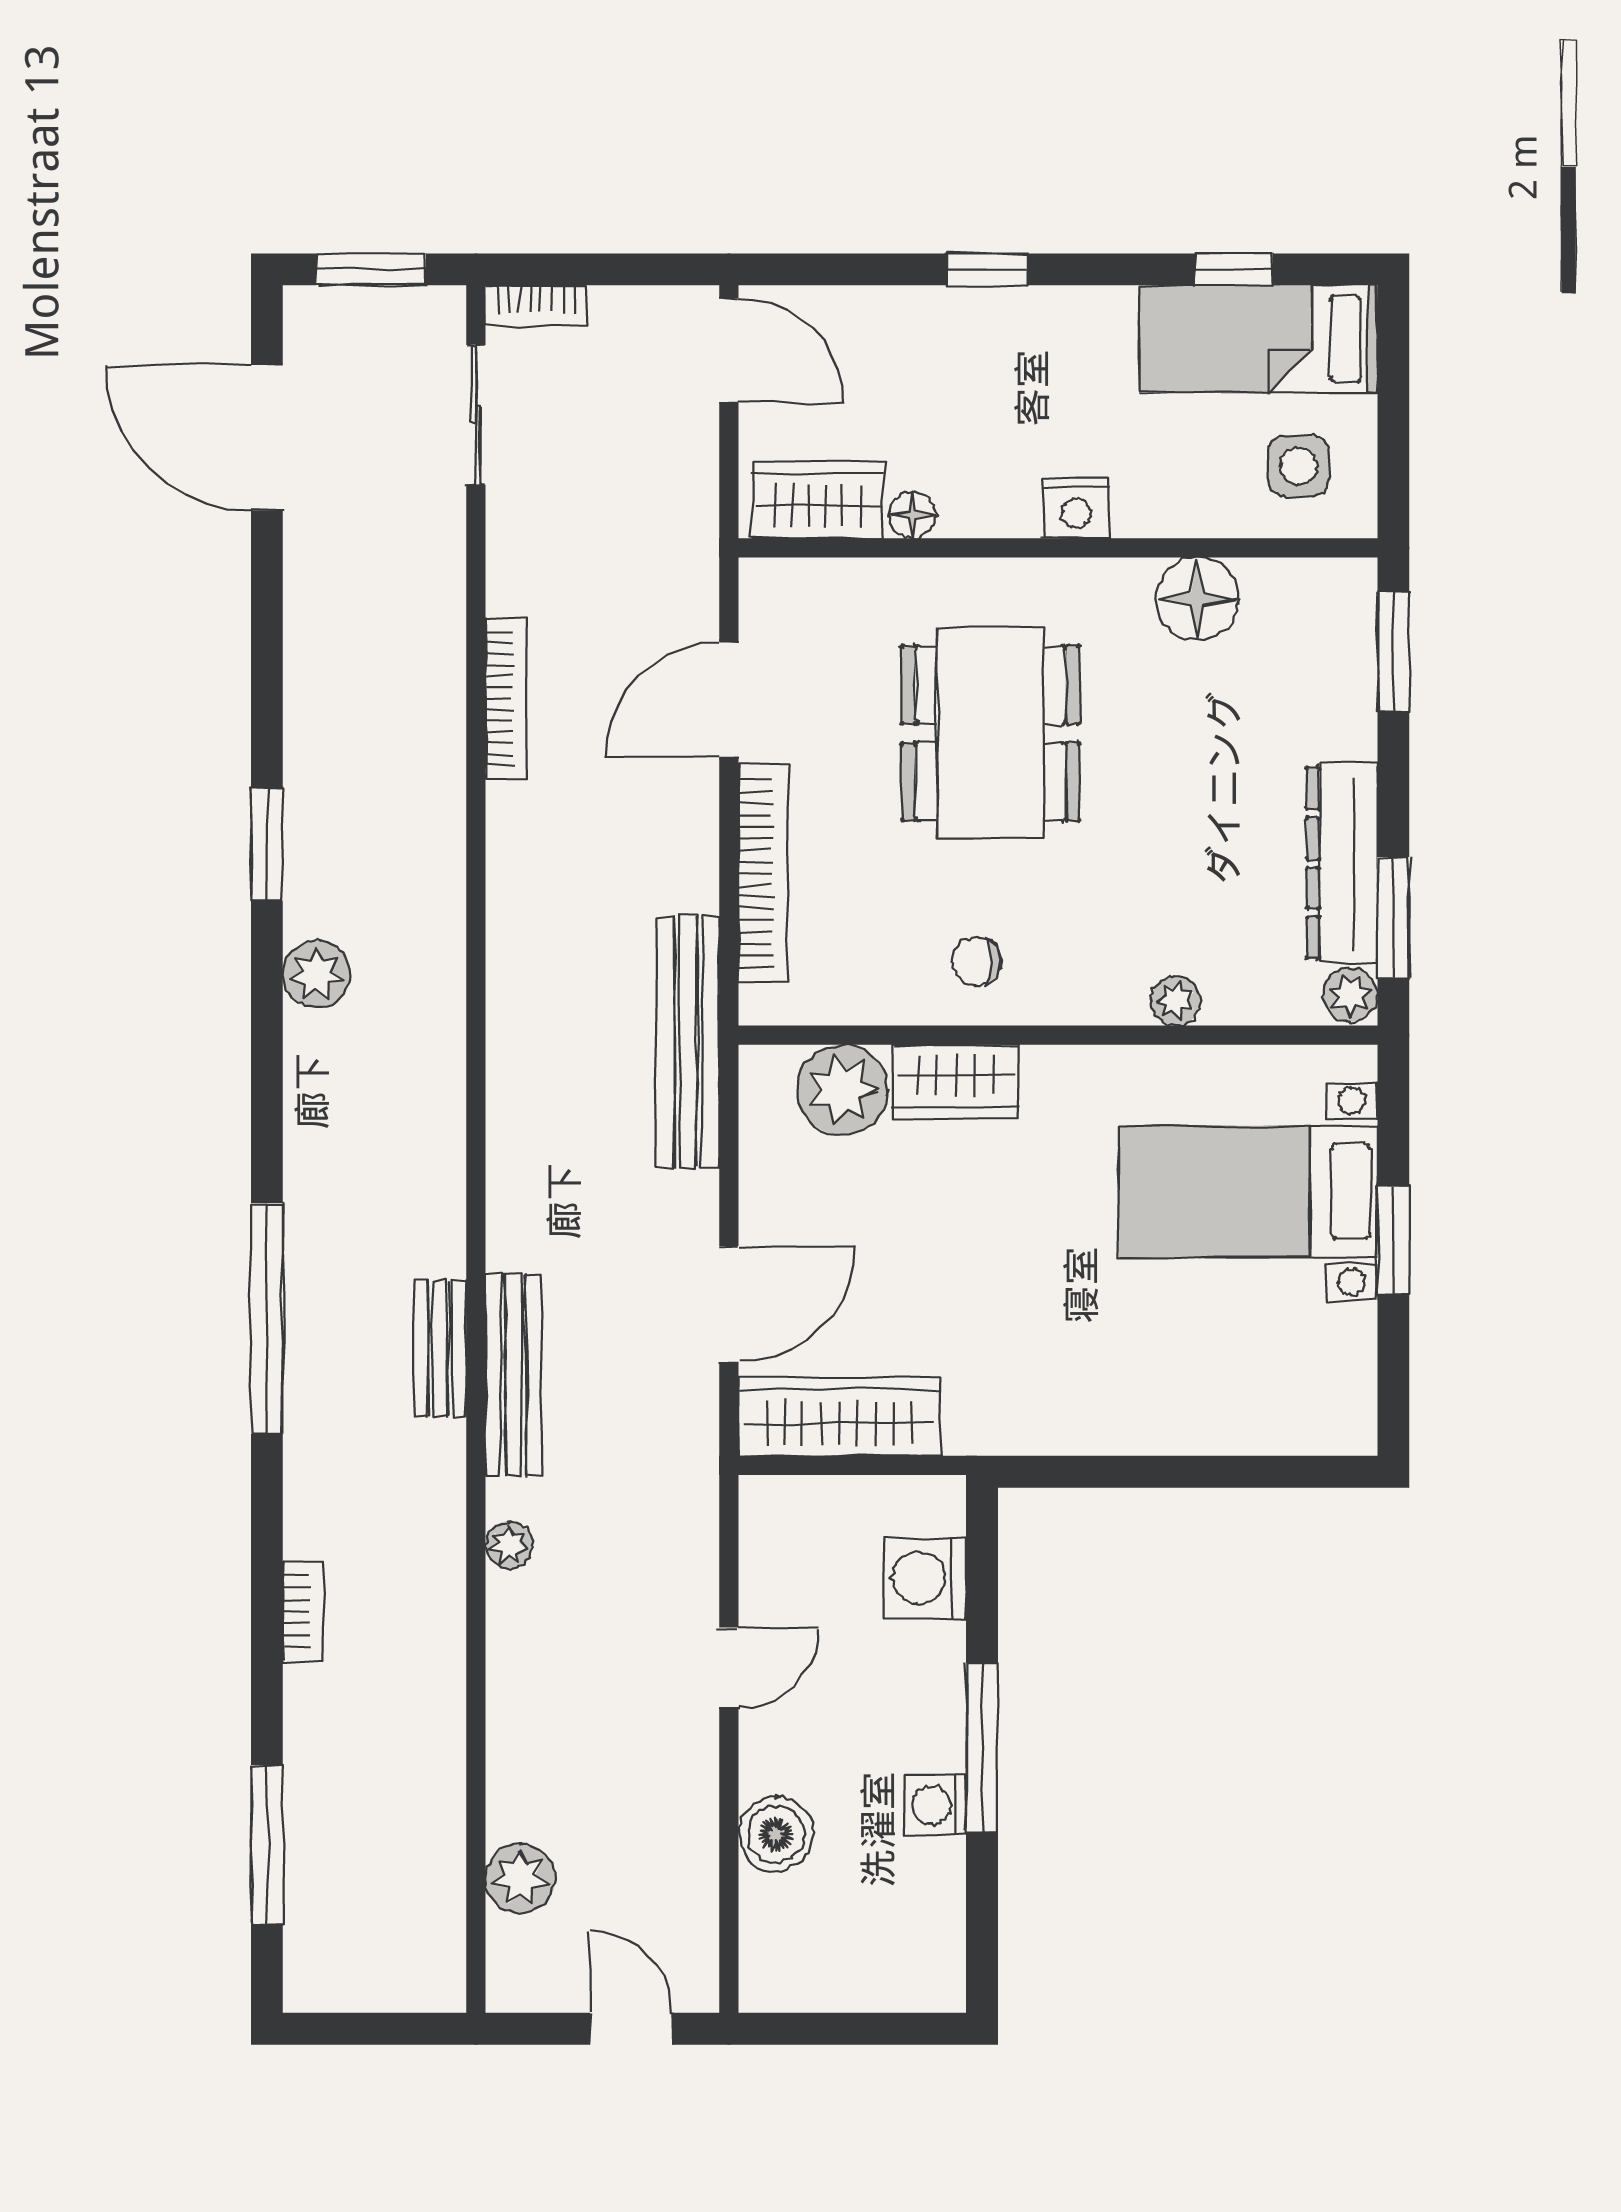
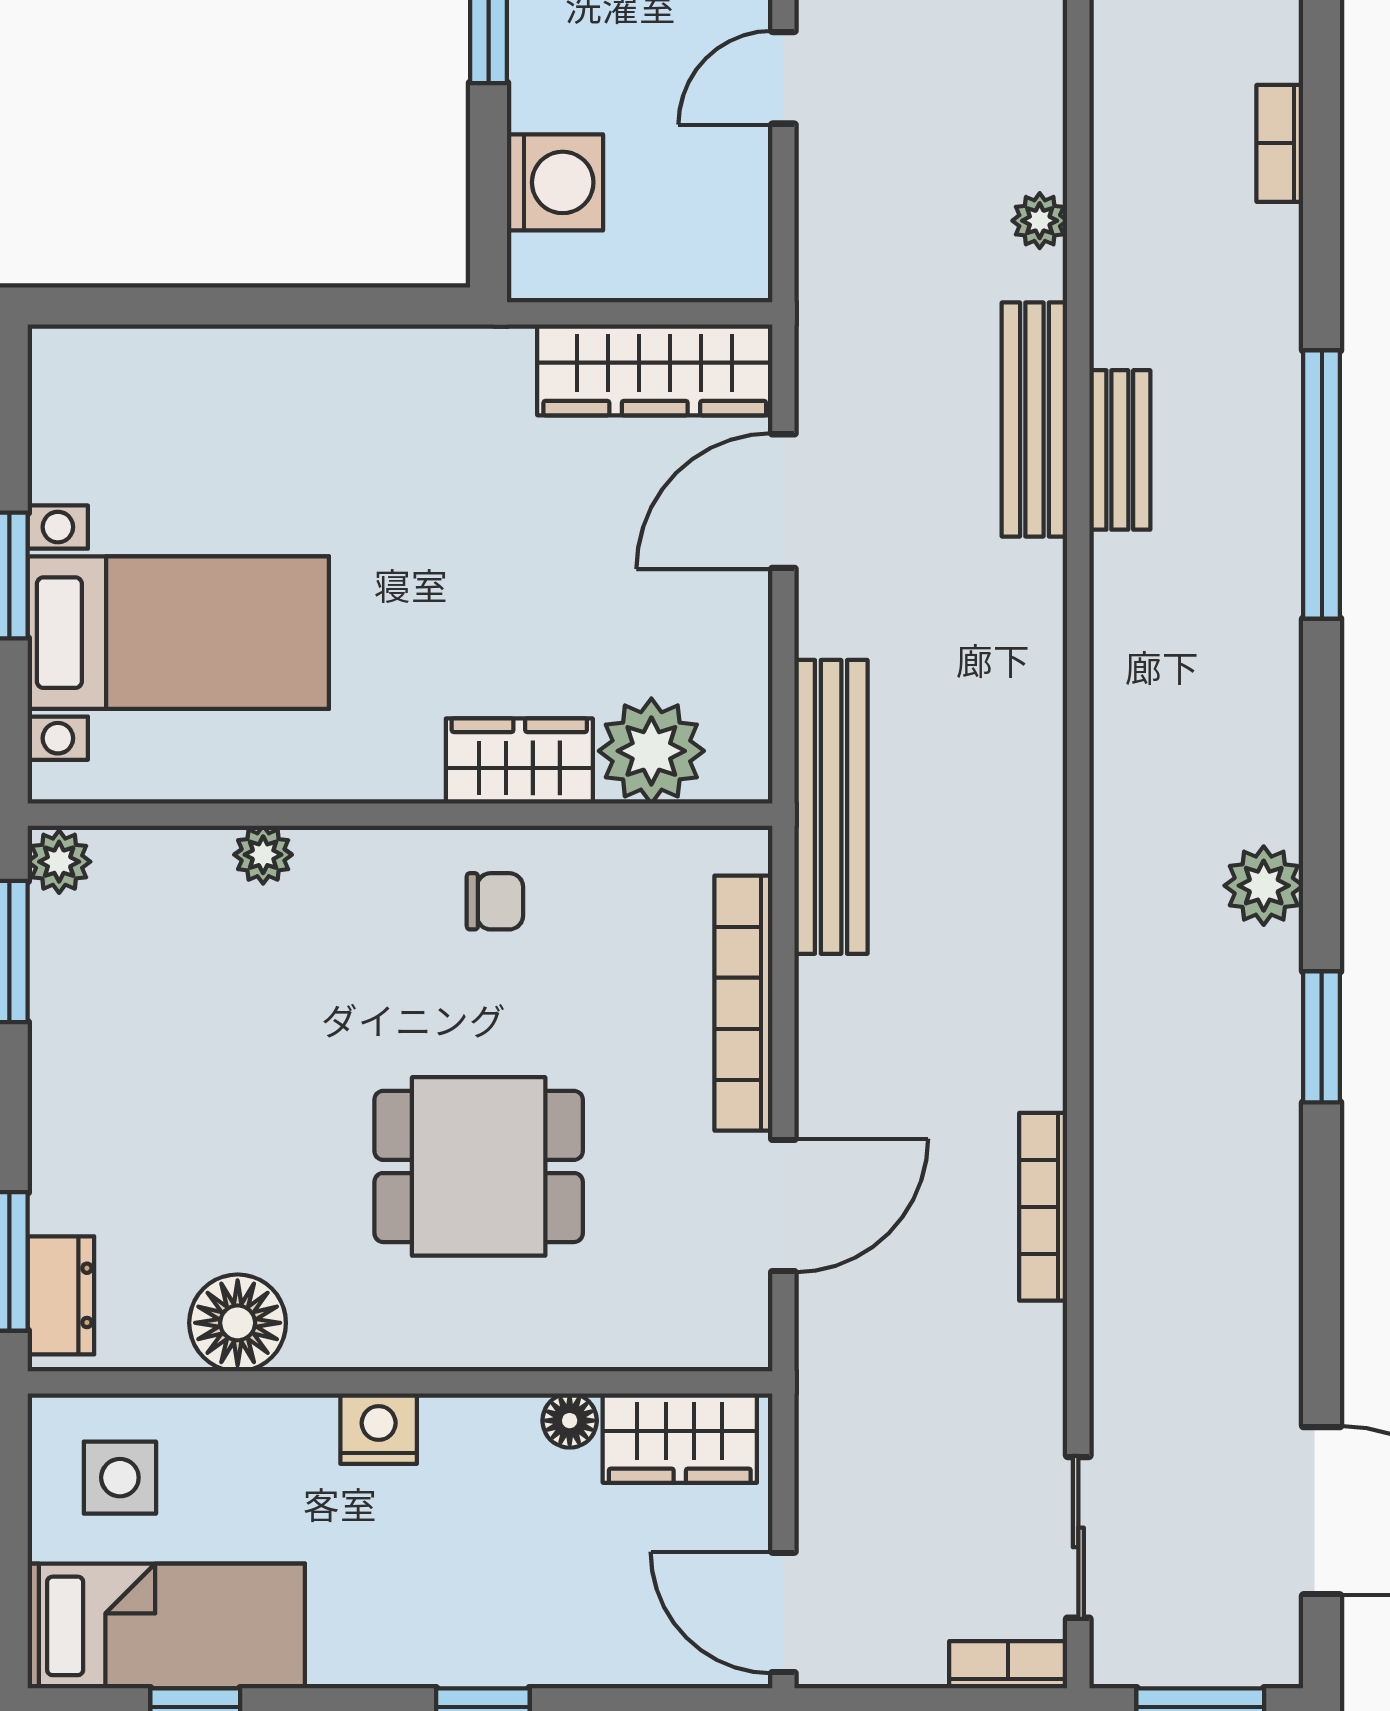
dining table: (991, 733) -> (479, 1166), width x0.73
dresser: (1342, 863) -> (61, 1295), moved, width x0.51, depth x0.80

